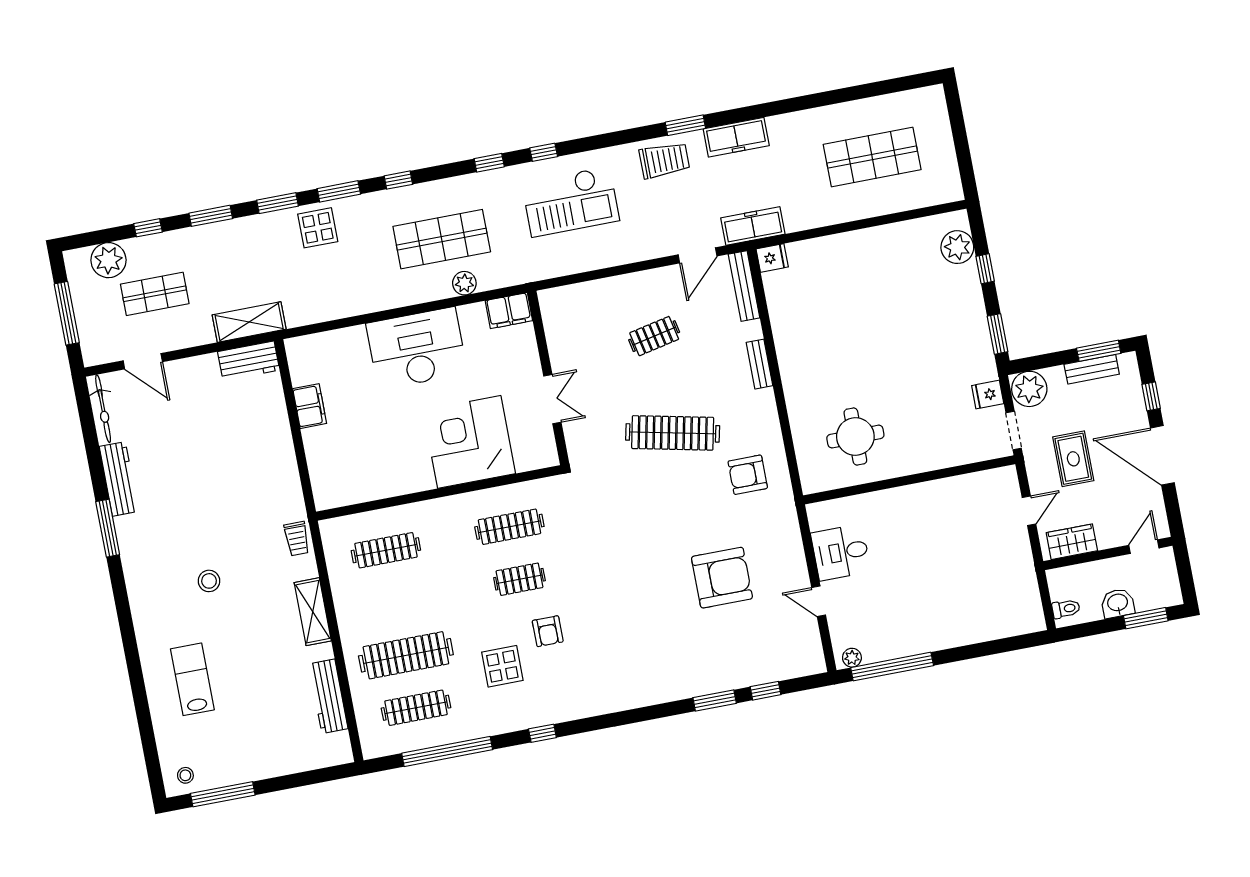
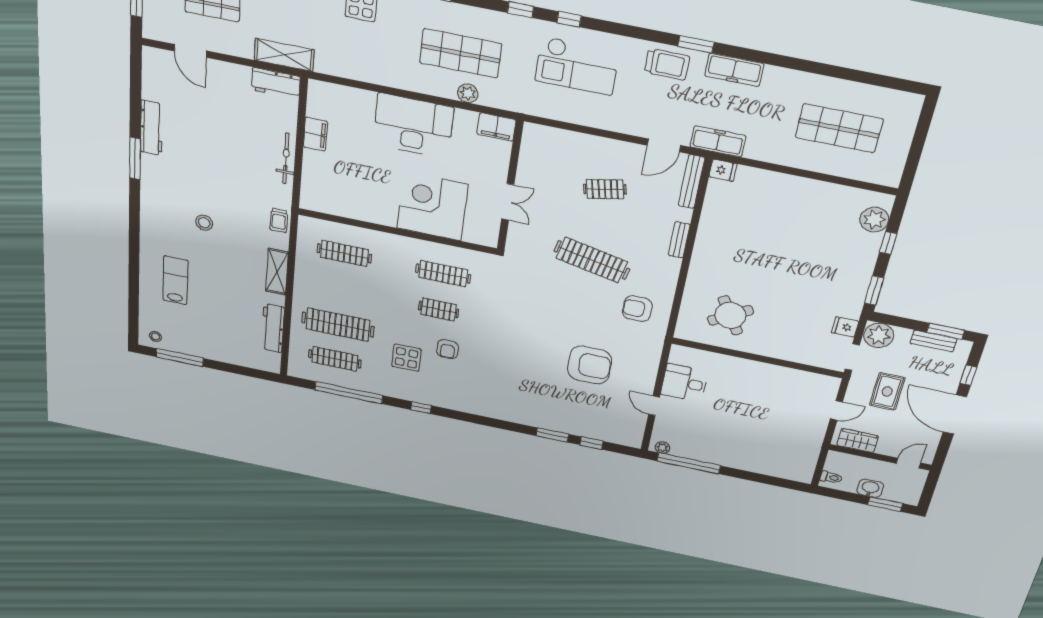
bicycle: (103, 409) -> (286, 158), moved, turned 180
round table: (855, 437) -> (730, 315), turned -31

